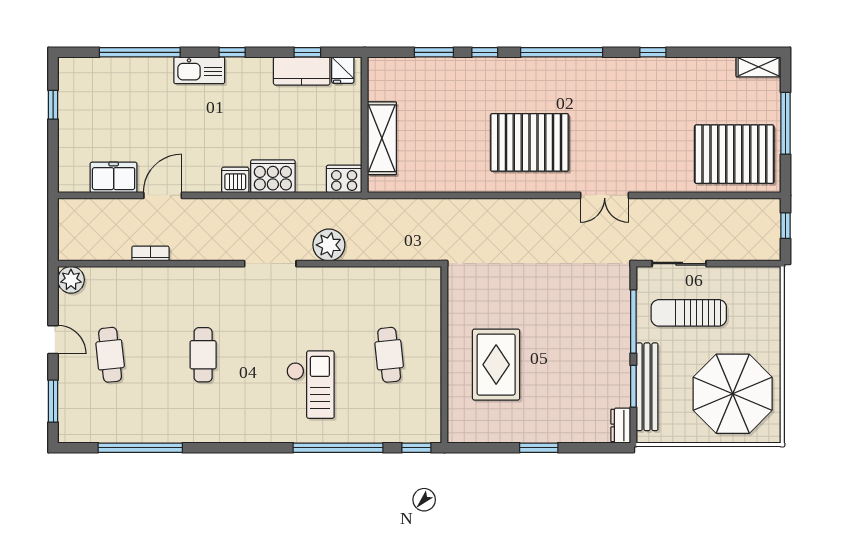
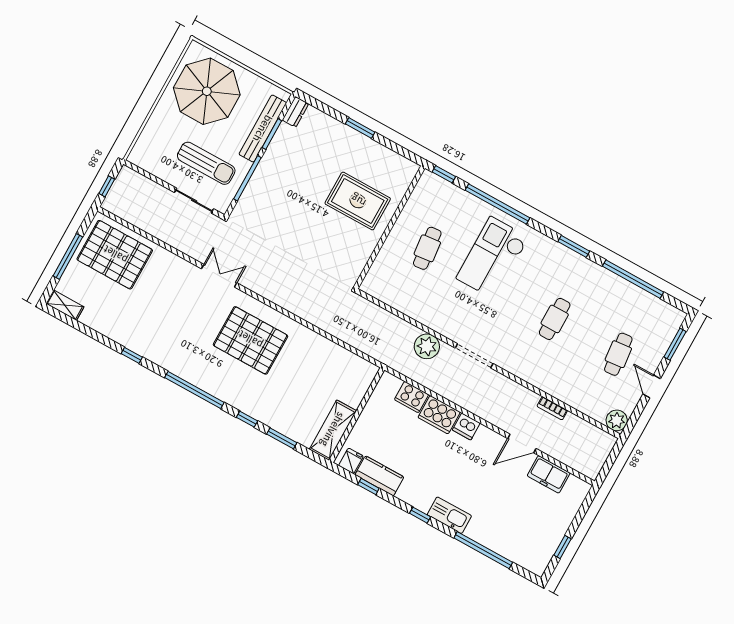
shelving: (382, 138) -> (333, 430), moved
cooker: (344, 179) -> (412, 397), moved
rug: (496, 365) -> (358, 201), turned 90
checkout: (310, 385) -> (492, 258), width x1.36, depth x1.21
window: (227, 448) -> (574, 246), added

